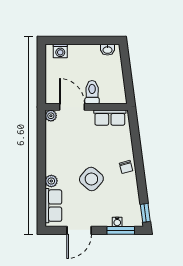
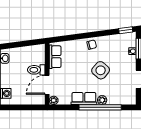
window: (41, 178) -> (100, 107), added
row of seats: (53, 206) -> (84, 99), moved

